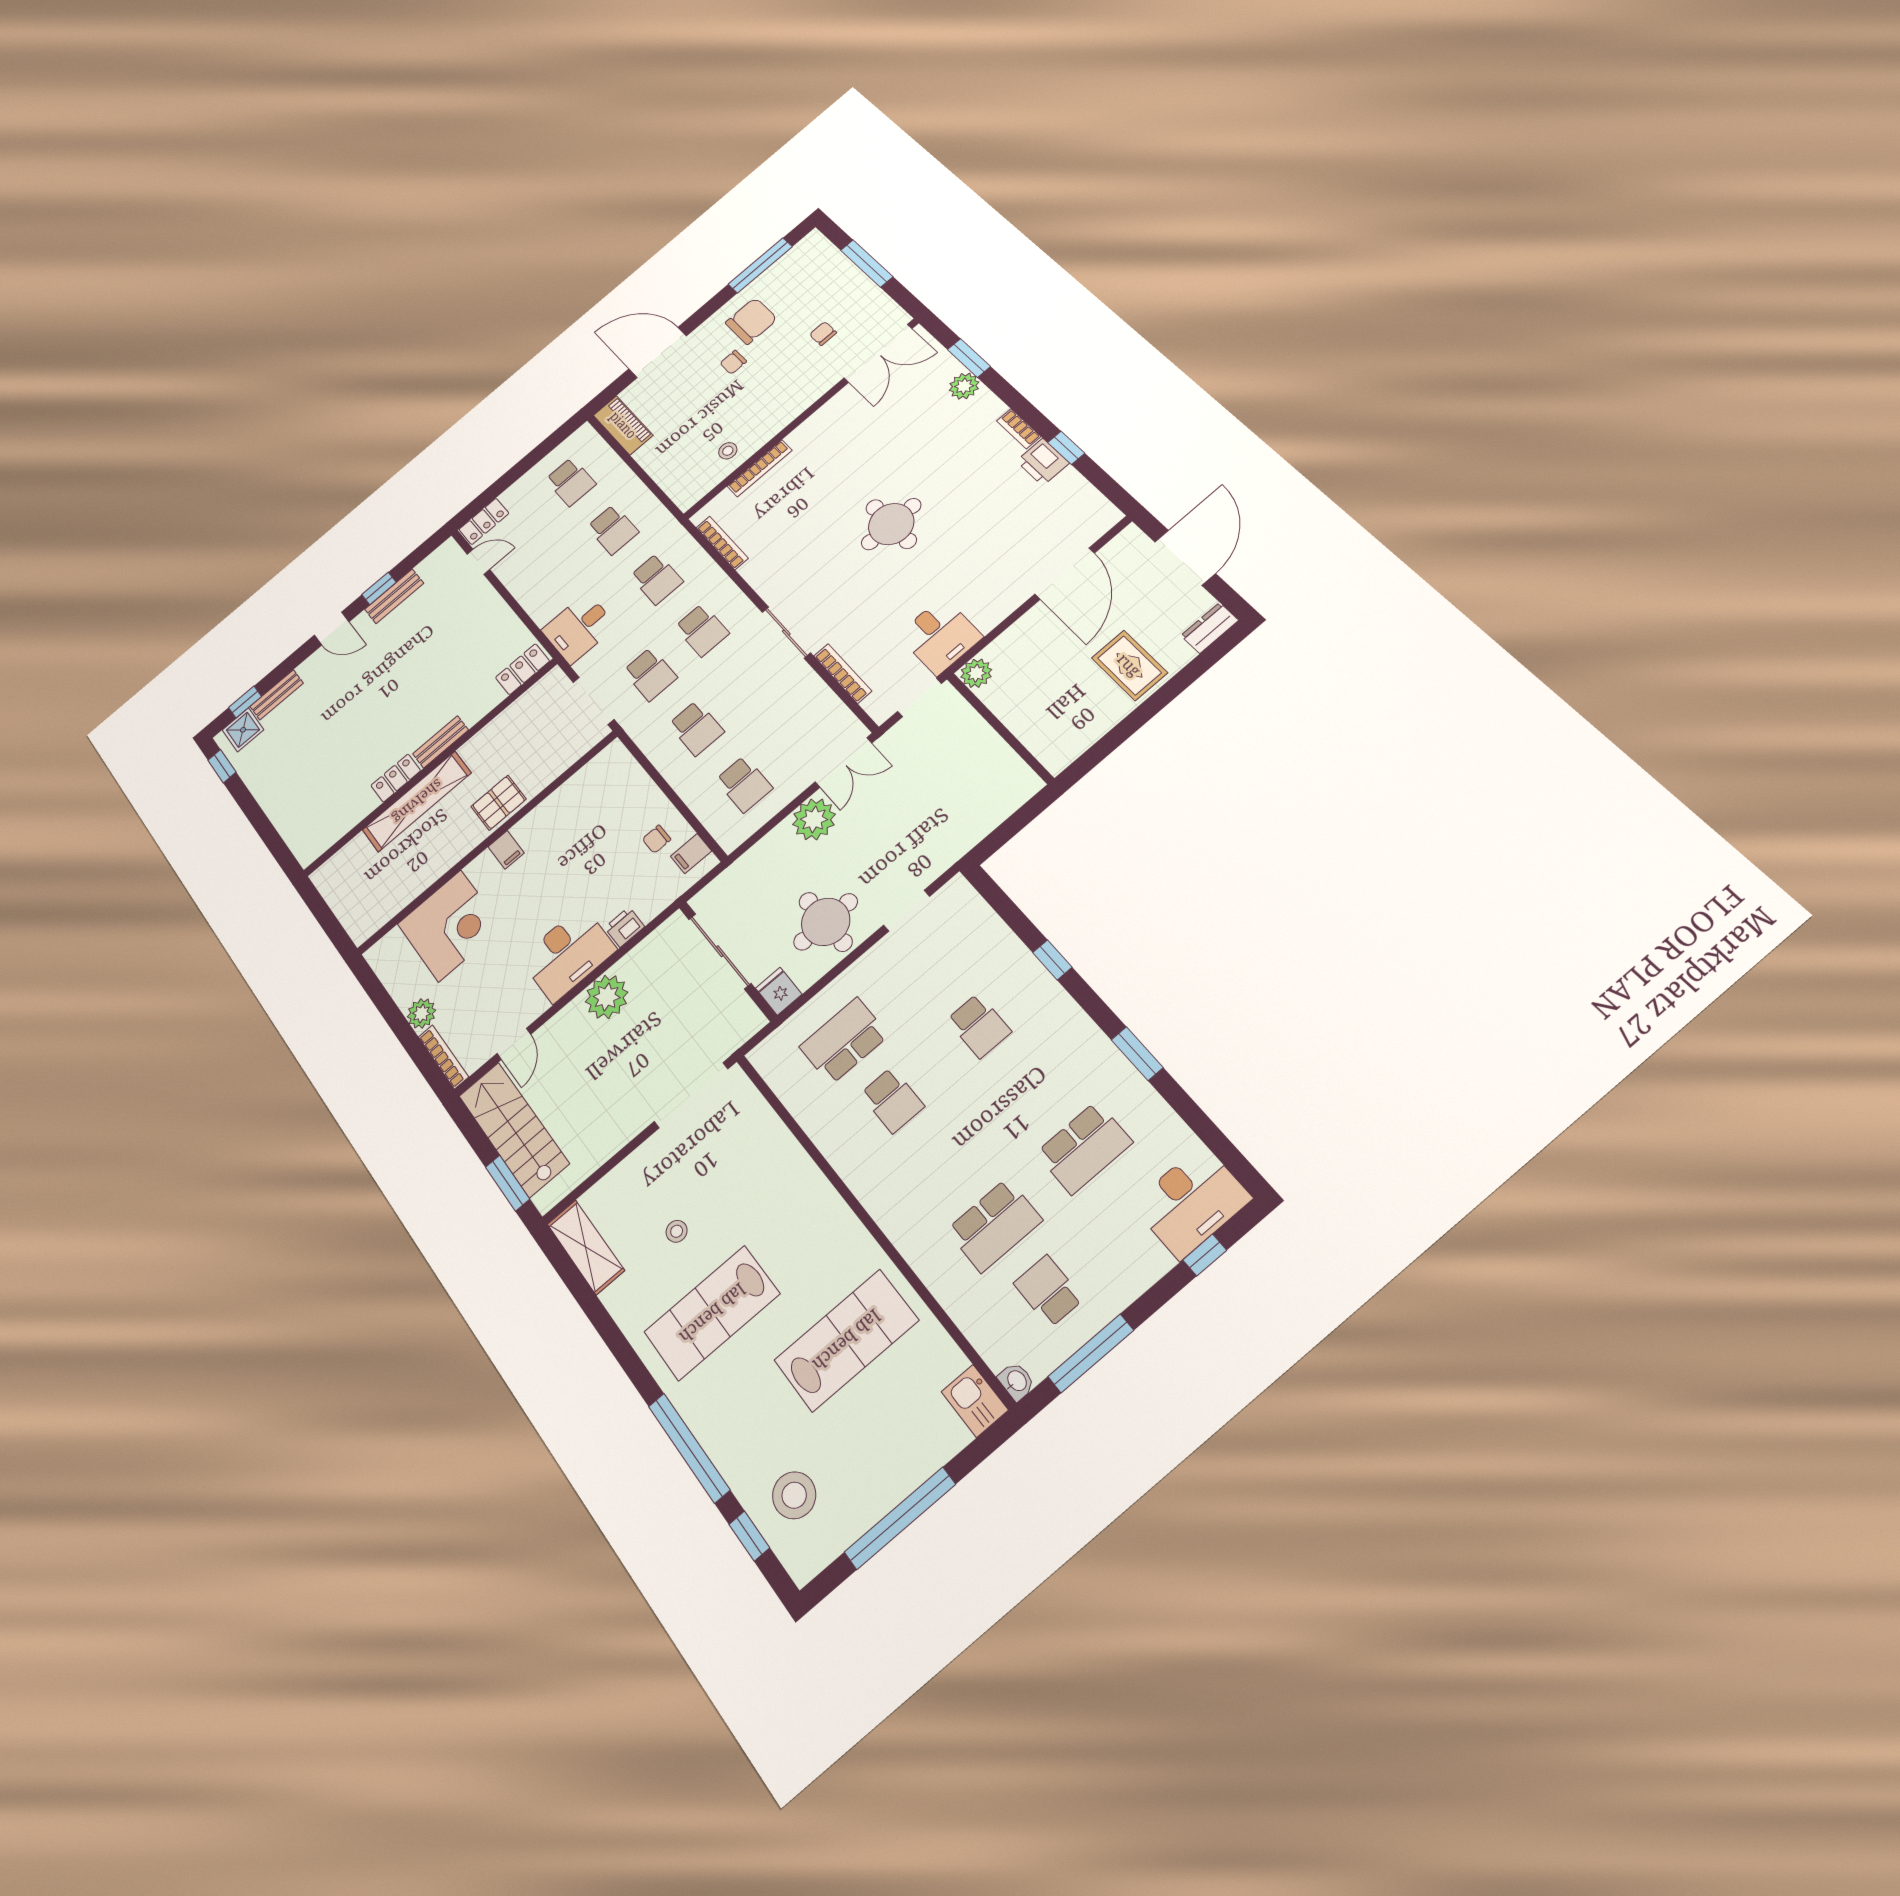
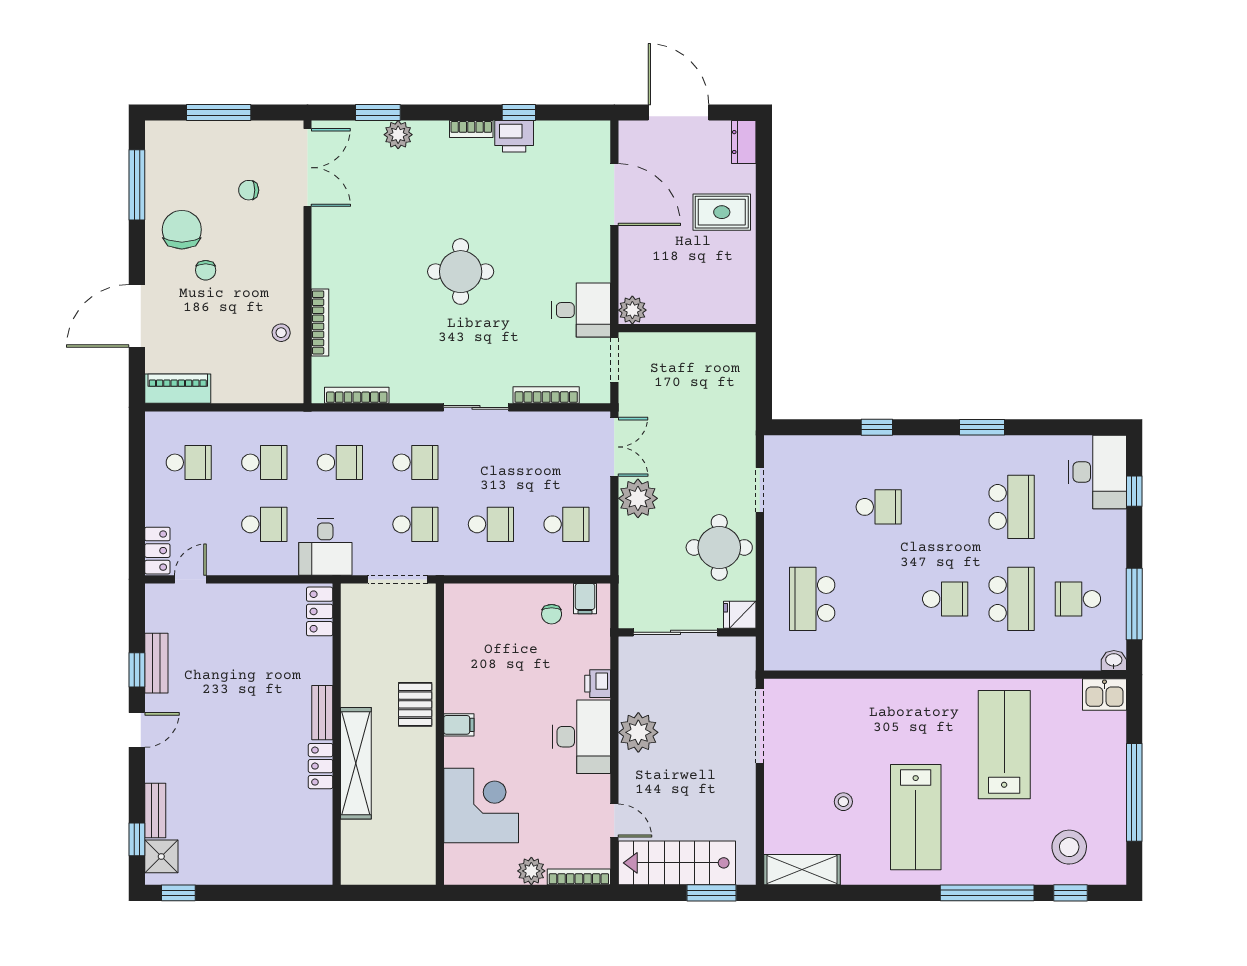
school desk: (563, 572) -> (264, 524), added
school desk: (892, 1100) -> (945, 599), moved

